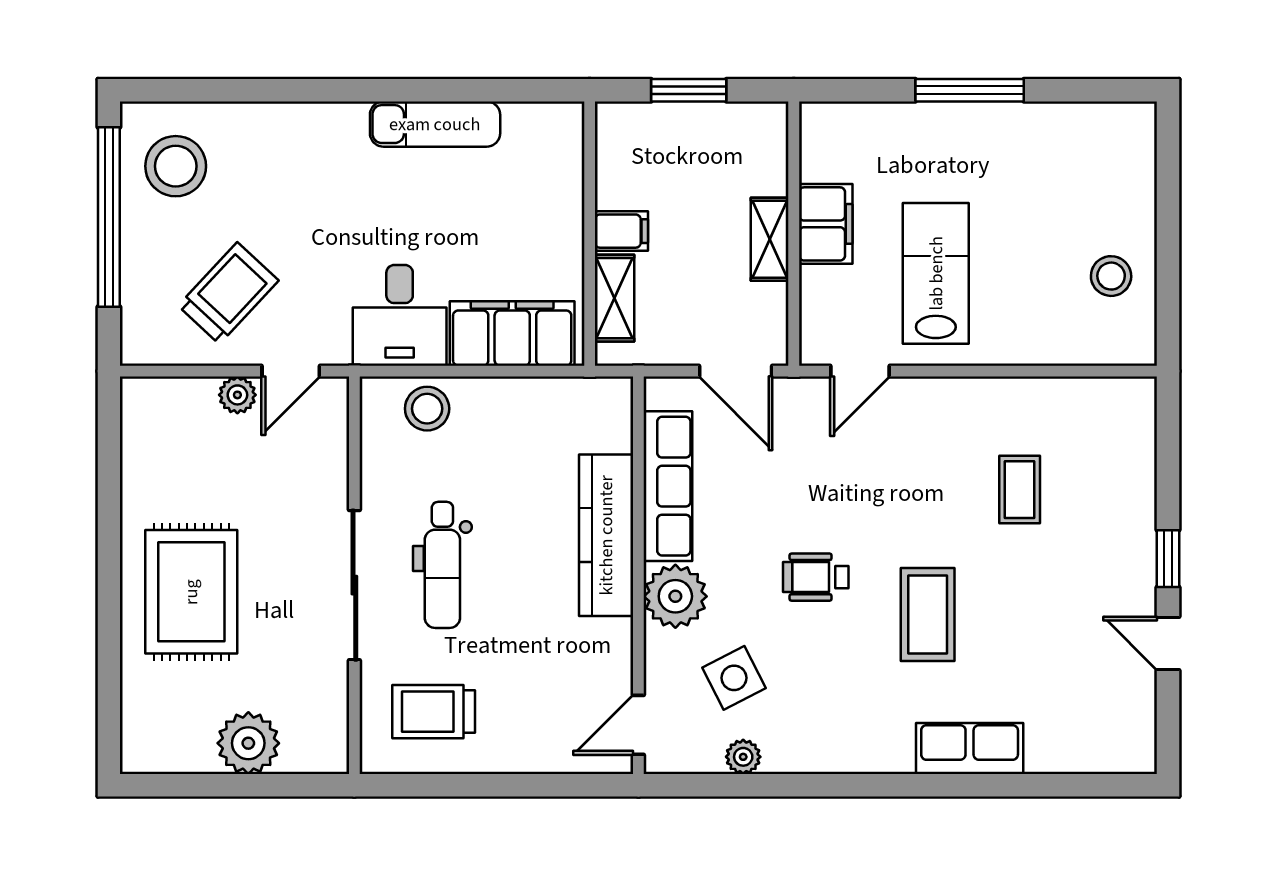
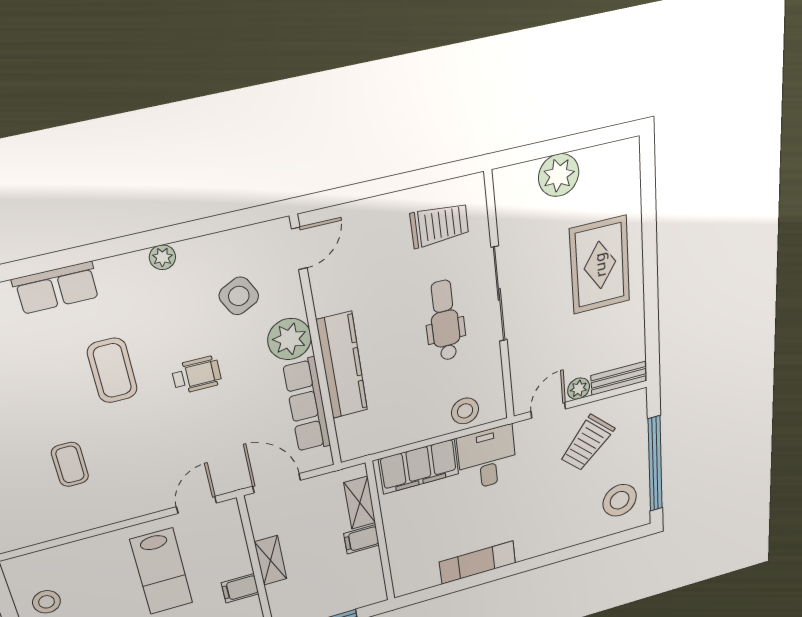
filing cabinet: (826, 224) -> (240, 588), width x0.50
bench: (169, 394) -> (619, 378), added
plant: (743, 757) -> (162, 257), moved

